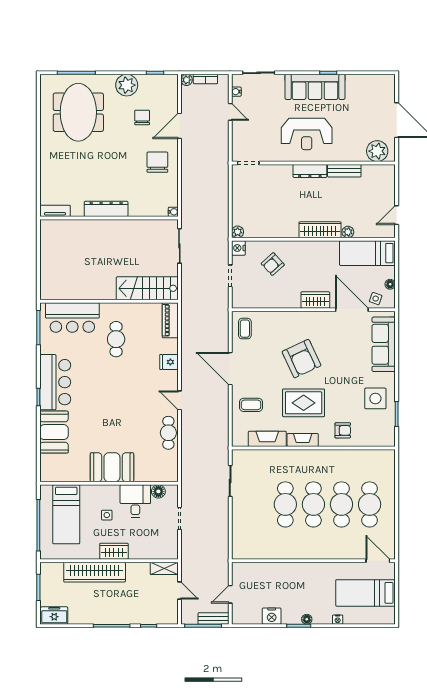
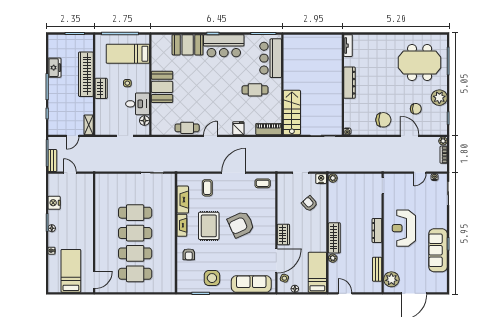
sofa: (315, 87) -> (438, 250), moved
bench: (344, 171) -> (377, 269), moved
freezer: (54, 616) -> (54, 68), moved

